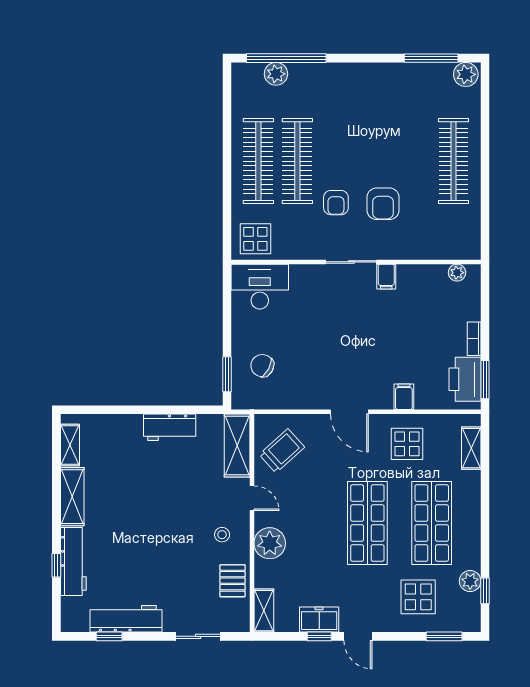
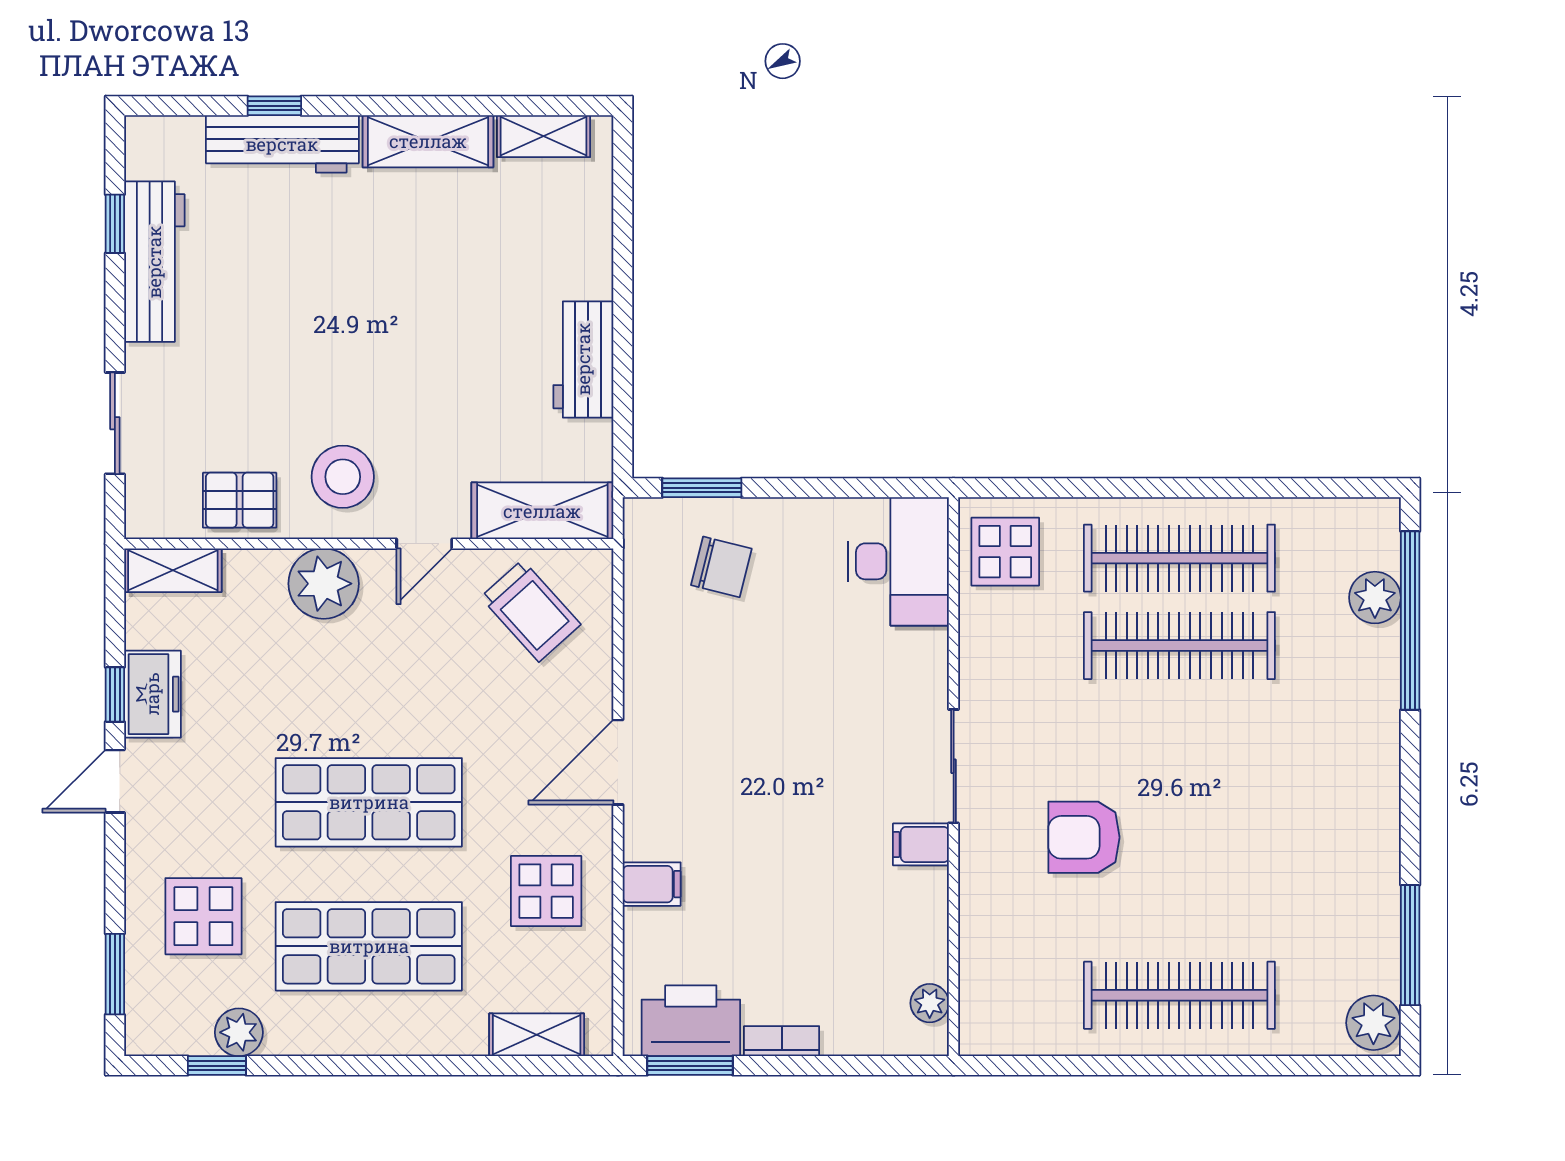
armchair: (336, 203) -> (1086, 732), removed
chair: (262, 366) -> (721, 567), turned 76
stool: (222, 535) -> (343, 477), width x1.89, depth x1.89

